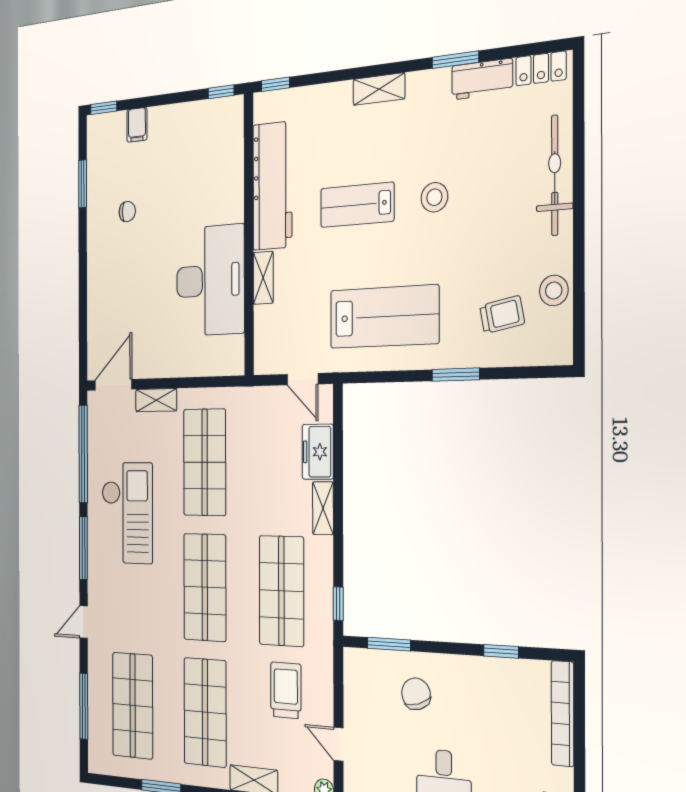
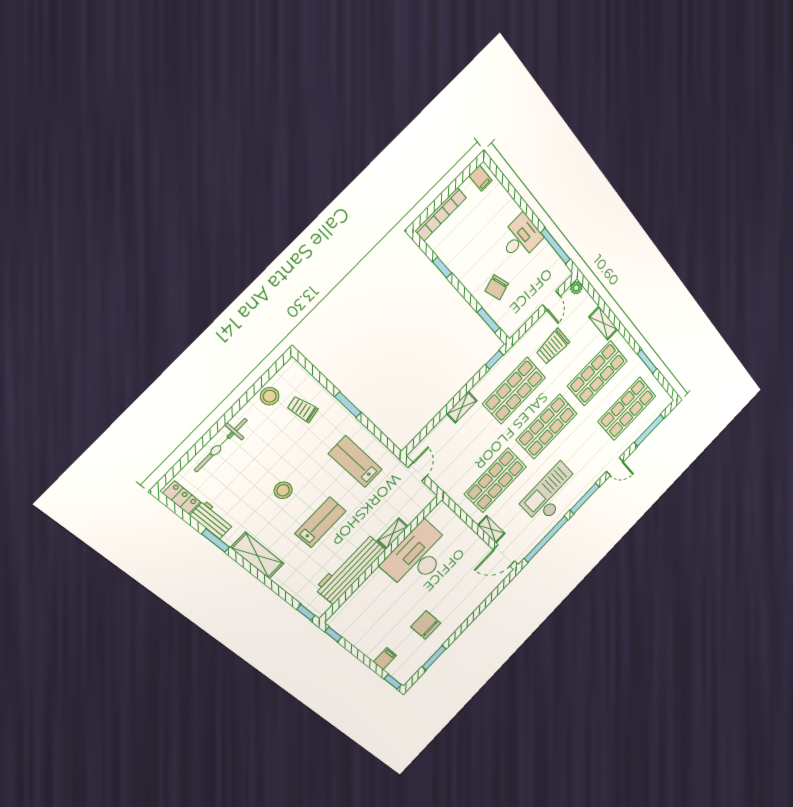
shelving: (379, 89) -> (257, 556), width x1.50, depth x1.33
lab bench: (357, 205) -> (320, 522), turned -90
chair: (127, 212) -> (426, 625), width x1.87, depth x1.87
lab bench: (384, 317) -> (355, 462), width x0.73, depth x0.72
freezer: (318, 452) -> (441, 434), removed

